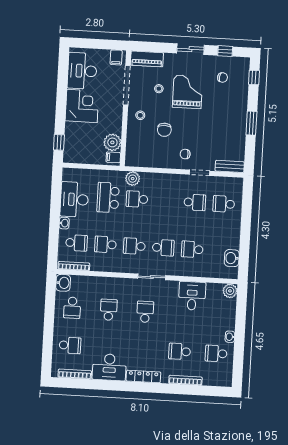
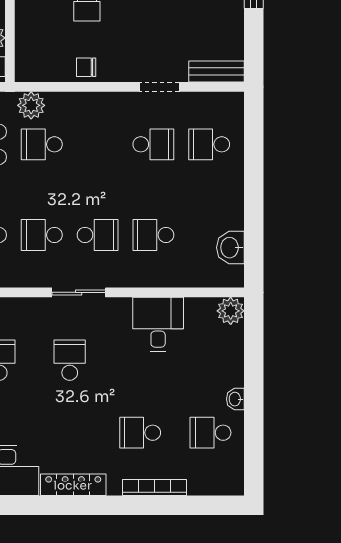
chair: (185, 154) -> (86, 67), moved

